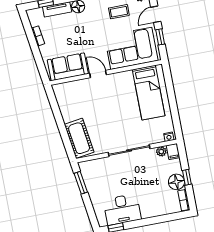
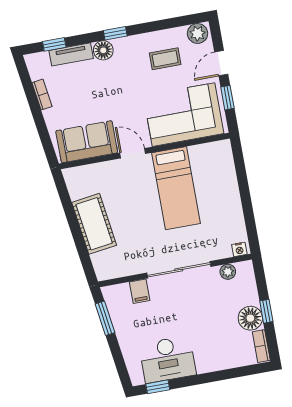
bed: (149, 93) -> (176, 188), moved
cot: (79, 138) -> (94, 224), moved
filing cabinet: (173, 152) -> (140, 291), moved

